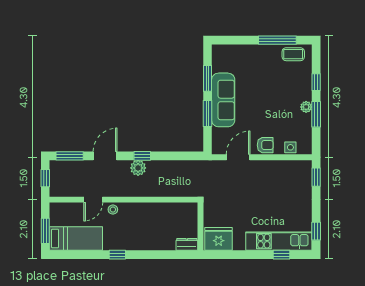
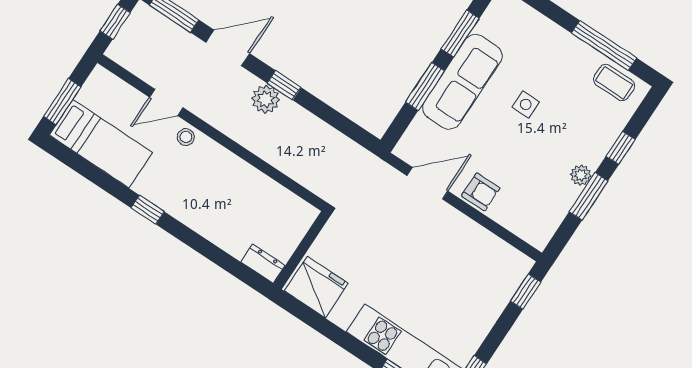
side table: (290, 147) -> (526, 104), moved

